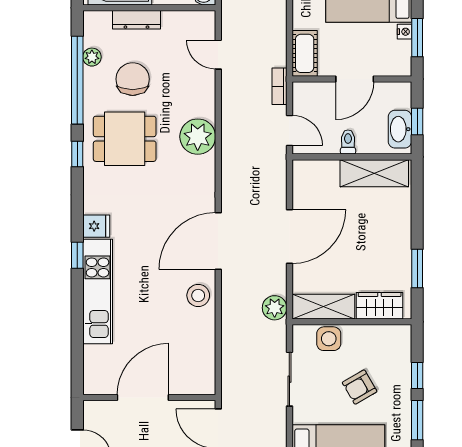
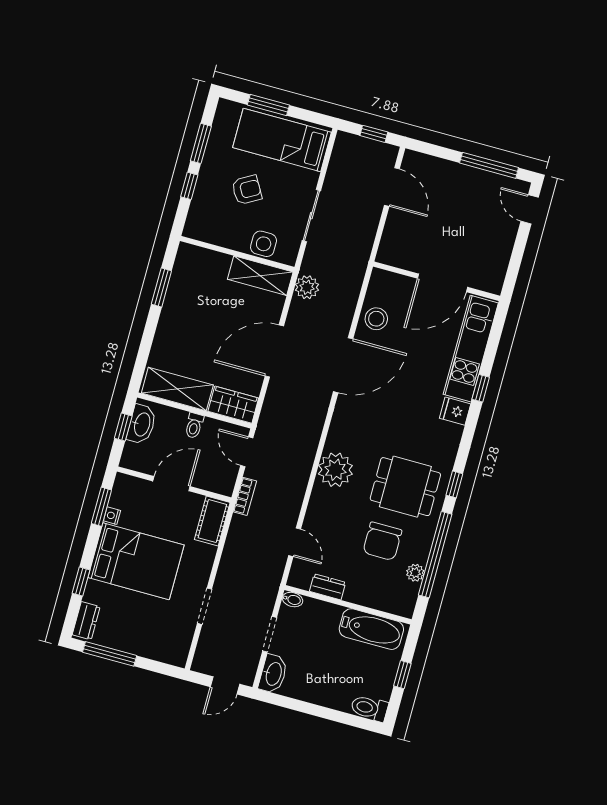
dresser: (136, 20) -> (328, 587), moved, width x0.70
wardrobe: (380, 306) -> (233, 405), moved, turned 180
door: (143, 397) -> (442, 283), moved
wall: (149, 397) -> (437, 281), moved

